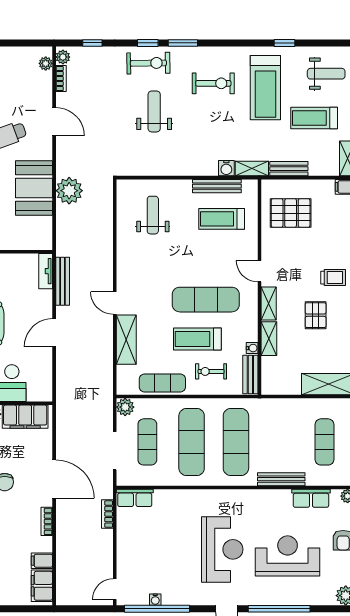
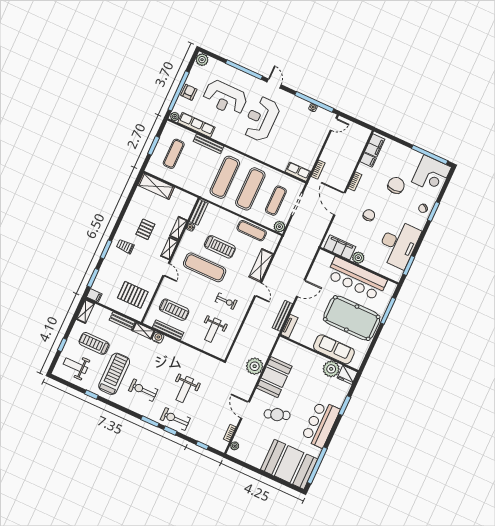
plant: (63, 57) -> (223, 445), removed
treadmill: (314, 118) -> (94, 343), turned 180
exercise bike: (211, 371) -> (226, 301), moved
row of seats: (311, 498) -> (196, 125), width x1.48

